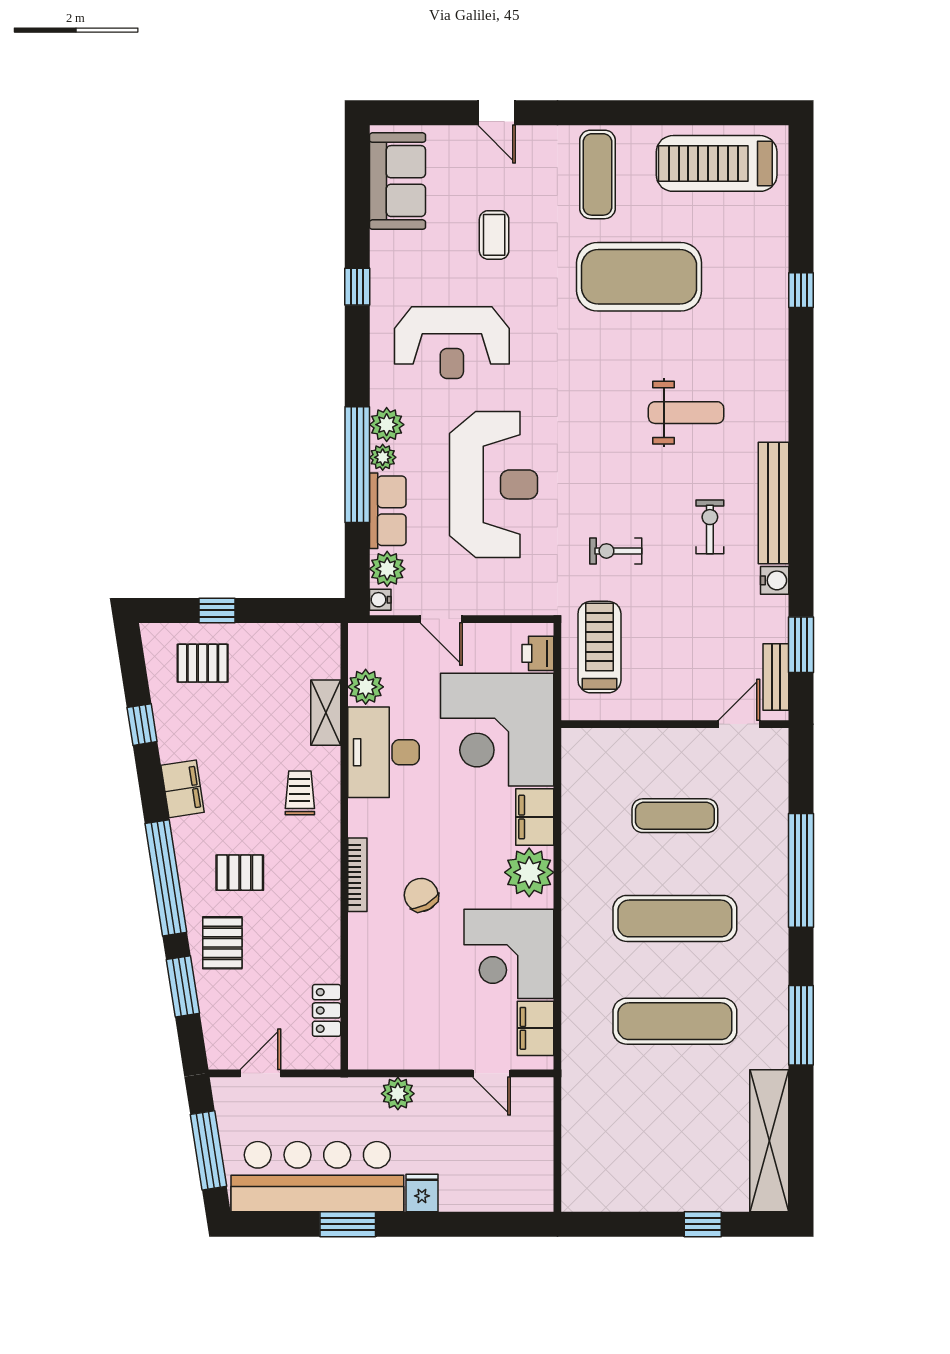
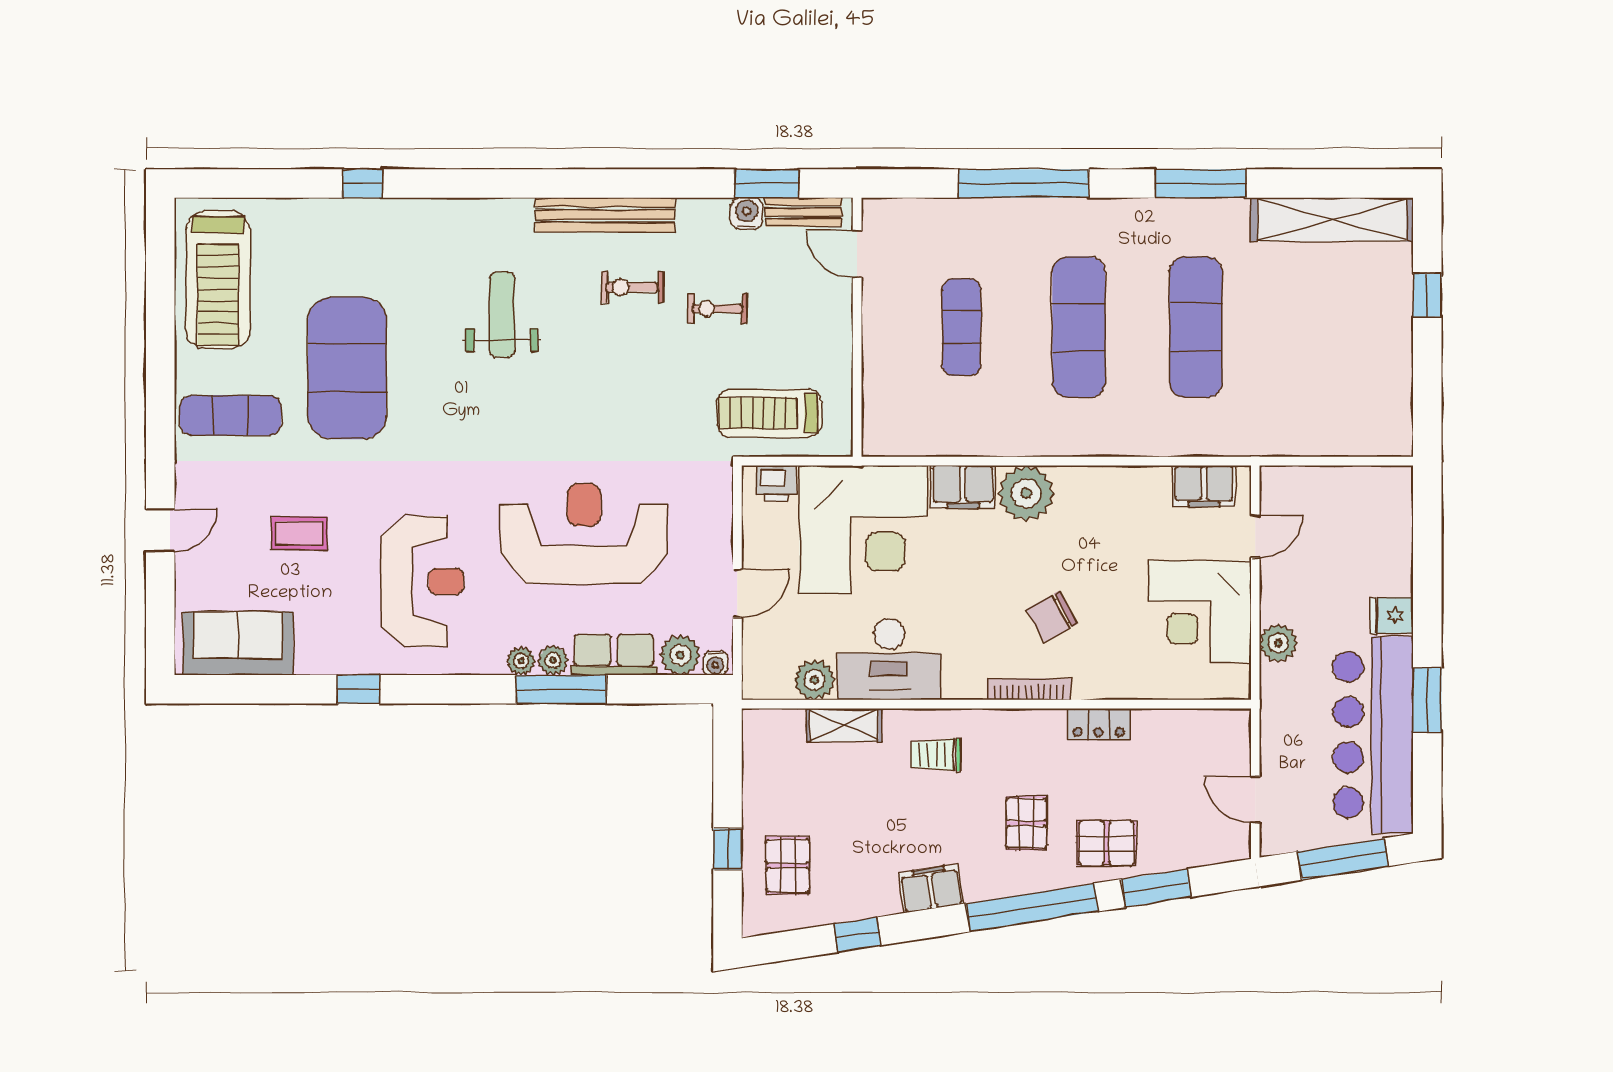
plant: (387, 425) -> (521, 661), width x0.73, depth x0.73
window: (357, 465) -> (561, 689), width x0.68
exercise bike: (616, 551) -> (717, 309), moved, turned 90
water cooler: (775, 580) -> (747, 213), moved
corner desk: (509, 954) -> (1200, 611), moved, turned 90
locker: (327, 1010) -> (1098, 724), moved

